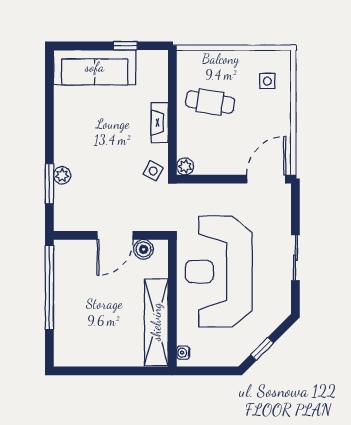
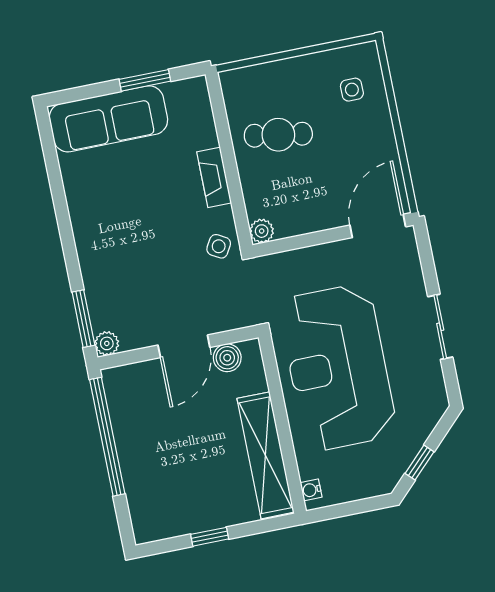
window: (125, 46) -> (145, 80), width x1.50
plant: (62, 175) -> (107, 343), moved
window: (49, 184) -> (83, 319), moved
window: (106, 371) -> (210, 537), added

